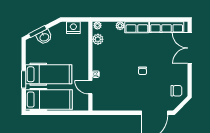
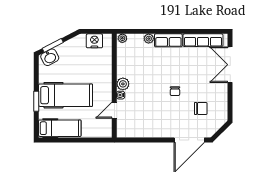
washbasin: (44, 37) -> (50, 57), moved
plant: (98, 39) -> (123, 84), moved
door: (90, 87) -> (114, 110), hinge flipped
chair: (176, 91) -> (201, 108), moved
hospital bed: (49, 100) -> (60, 128), width x0.73, depth x0.78

